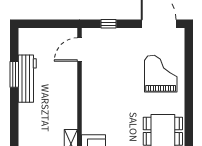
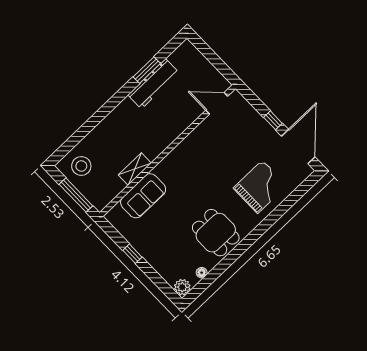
window: (108, 24) -> (273, 120), moved

